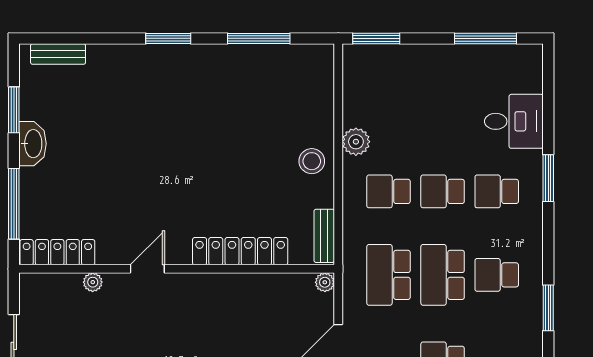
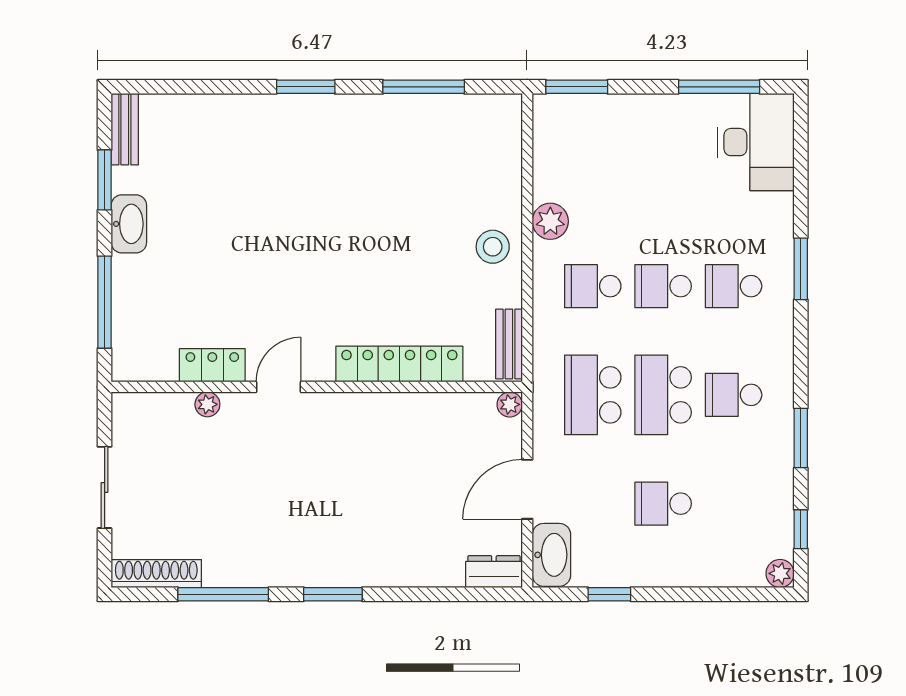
bench: (58, 54) -> (125, 129), moved, turned 90
desk: (514, 121) -> (756, 142), moved, width x1.37
locker: (57, 252) -> (212, 365), moved, width x0.66

